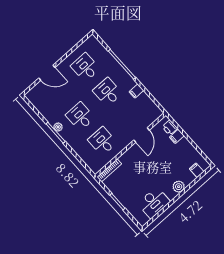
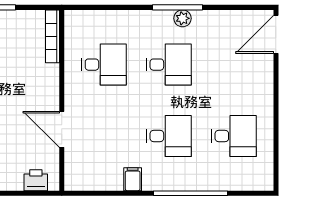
door: (47, 73) -> (276, 34), moved
filing cabinet: (177, 136) -> (14, 179), removed

